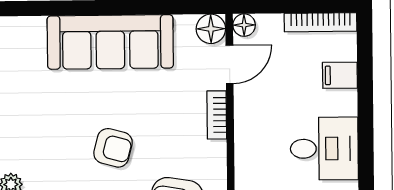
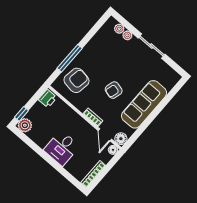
filing cabinet: (340, 75) -> (72, 166), removed
armchair: (113, 148) -> (114, 90), moved
desk: (324, 149) -> (62, 148), moved

